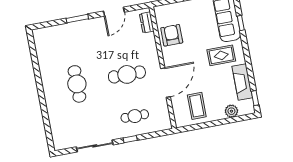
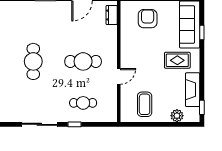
armchair: (172, 35) -> (148, 19), moved
door: (166, 83) -> (119, 76), width x0.53

